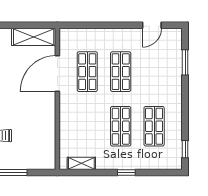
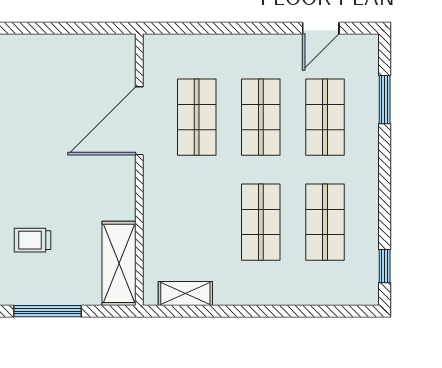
shelving: (34, 37) -> (119, 263), moved, turned 90
shop shelf: (154, 72) -> (325, 117), added
window: (126, 173) -> (272, 311), removed

